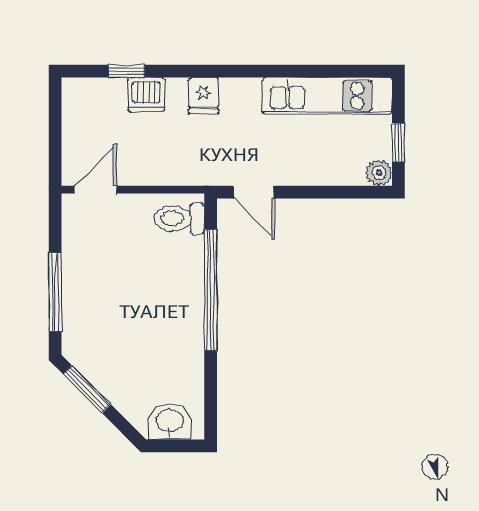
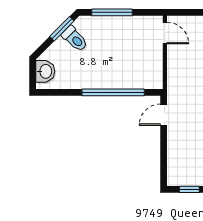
plant: (379, 173) -> (174, 179), removed
toilet: (179, 218) -> (75, 39), moved, turned 135

